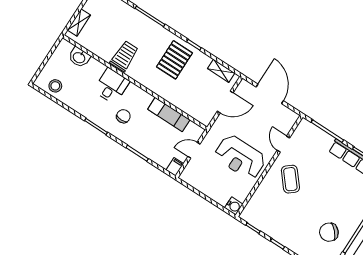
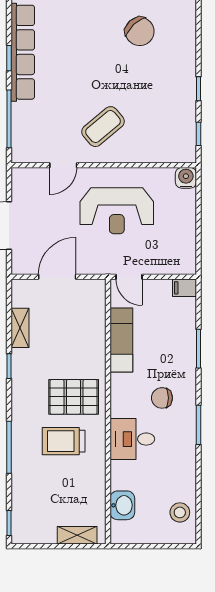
trolley: (124, 56) -> (64, 441), moved
pallet: (174, 60) -> (74, 397), moved
shelving: (221, 71) -> (20, 328), moved
door: (225, 102) -> (57, 277), hinge flipped
door: (194, 150) -> (129, 277), moved
reception desk: (240, 157) -> (117, 211), turned 90

